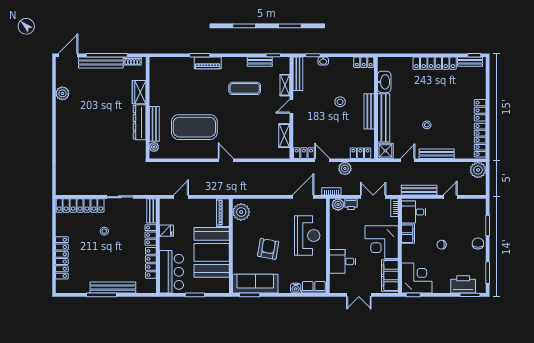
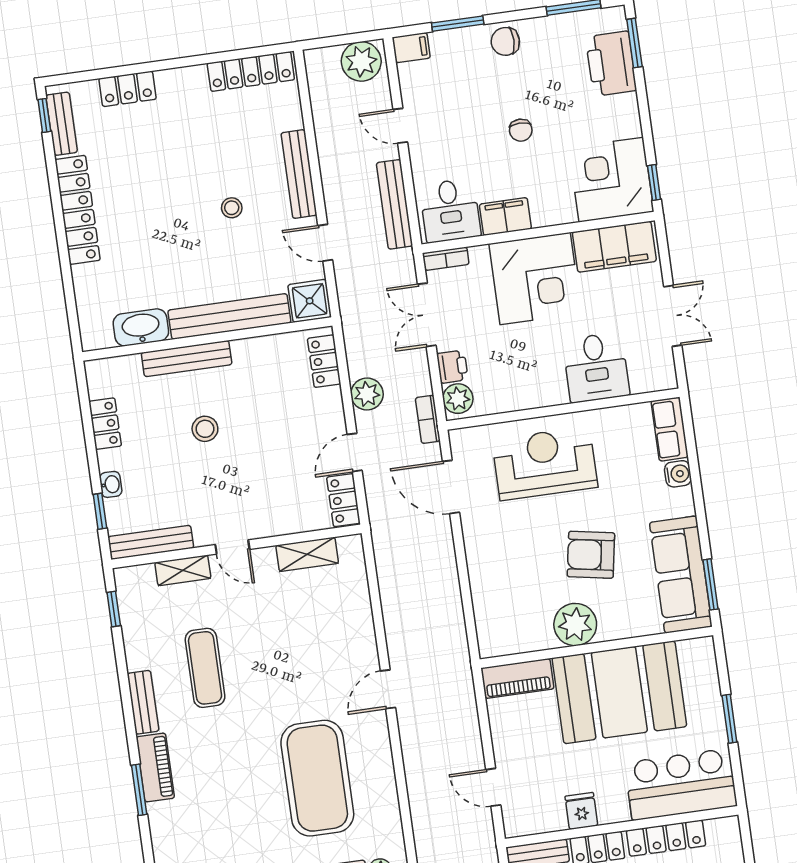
bench: (260, 62) -> (143, 702), moved
locker: (364, 62) -> (105, 424), moved
locker: (480, 110) -> (128, 89), moved
bench: (369, 111) -> (187, 359), moved
plant: (478, 170) -> (361, 61), moved
filing cabinet: (481, 206) -> (411, 48), added
plant: (241, 212) -> (575, 625), moved

